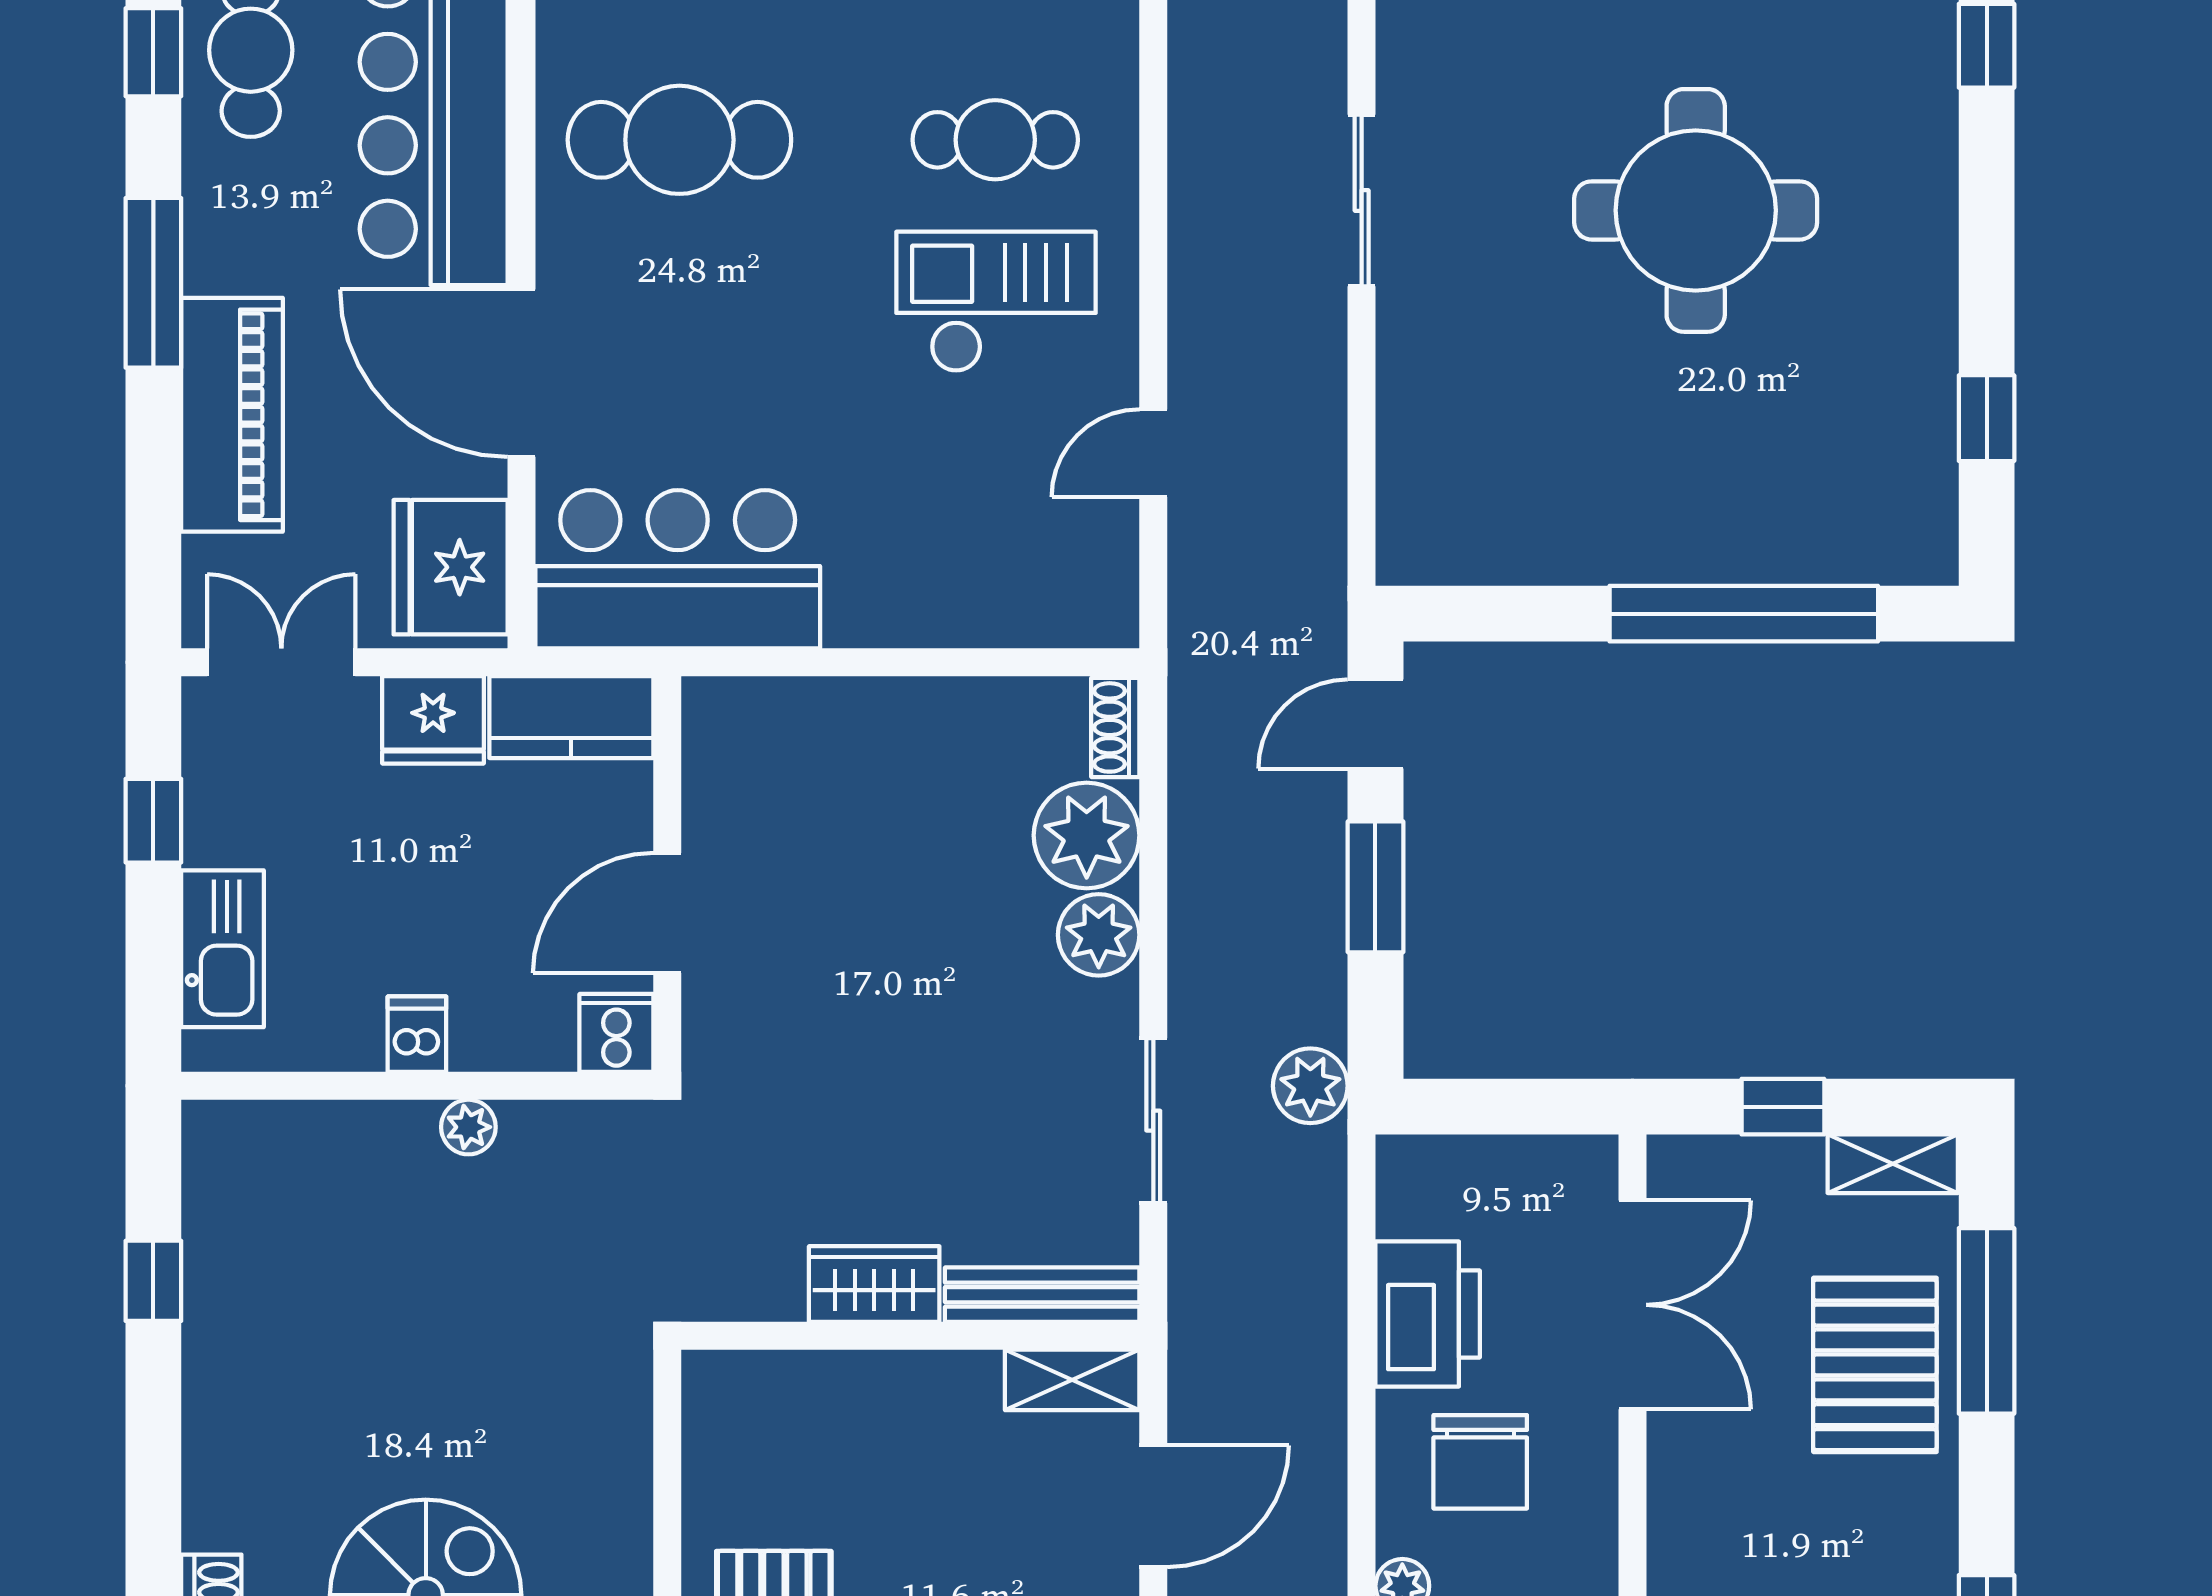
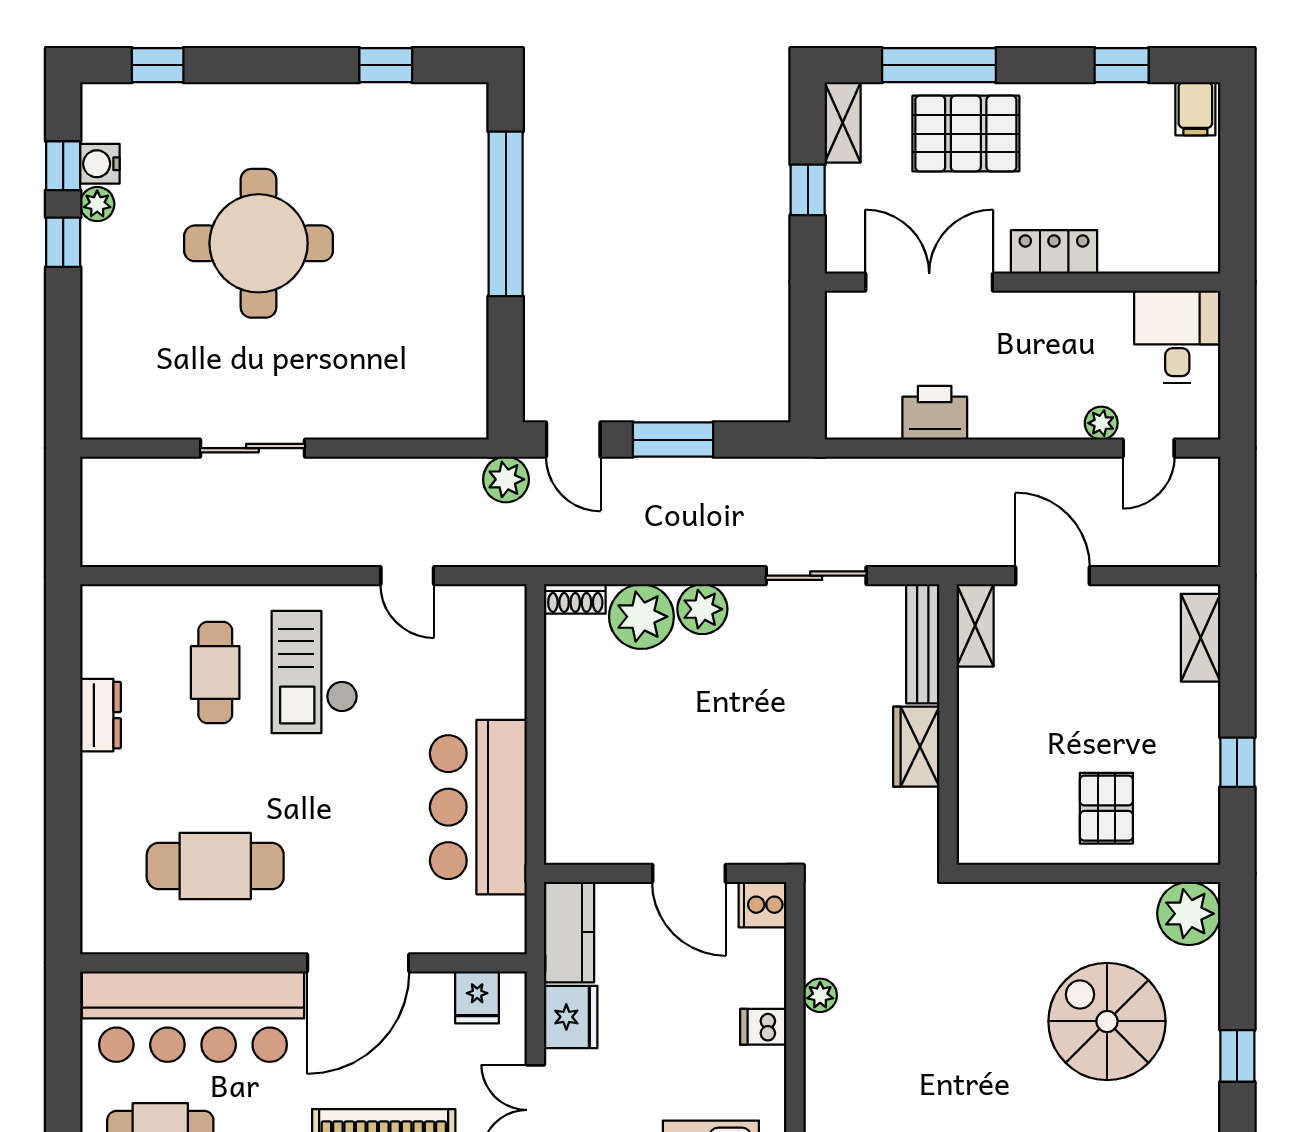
cafe table: (679, 140) -> (215, 866), turned 90
fridge: (451, 567) -> (477, 997), width x0.53, depth x0.75
bar counter: (678, 569) -> (478, 807), moved
plant: (1310, 1086) -> (506, 479), moved
printer: (1428, 1314) -> (935, 413), width x0.73, depth x0.84
chair: (1480, 1462) -> (1025, 375), removed
locker: (1682, 1509) -> (1054, 252), added

